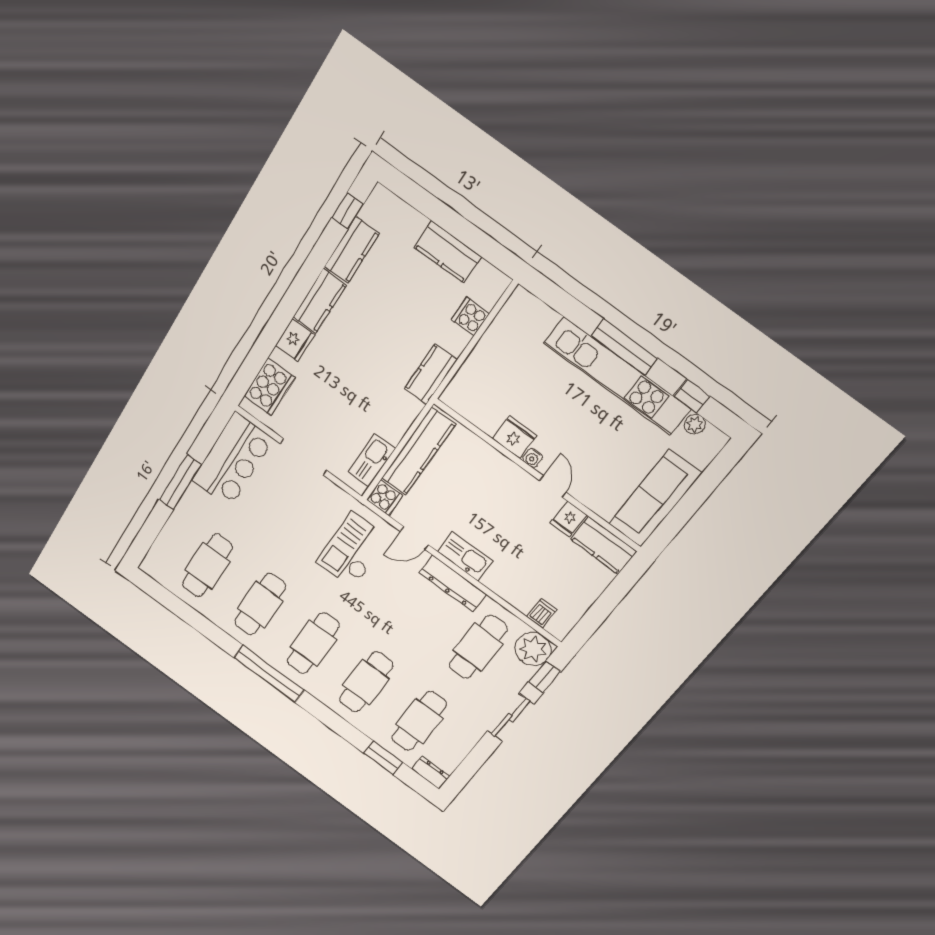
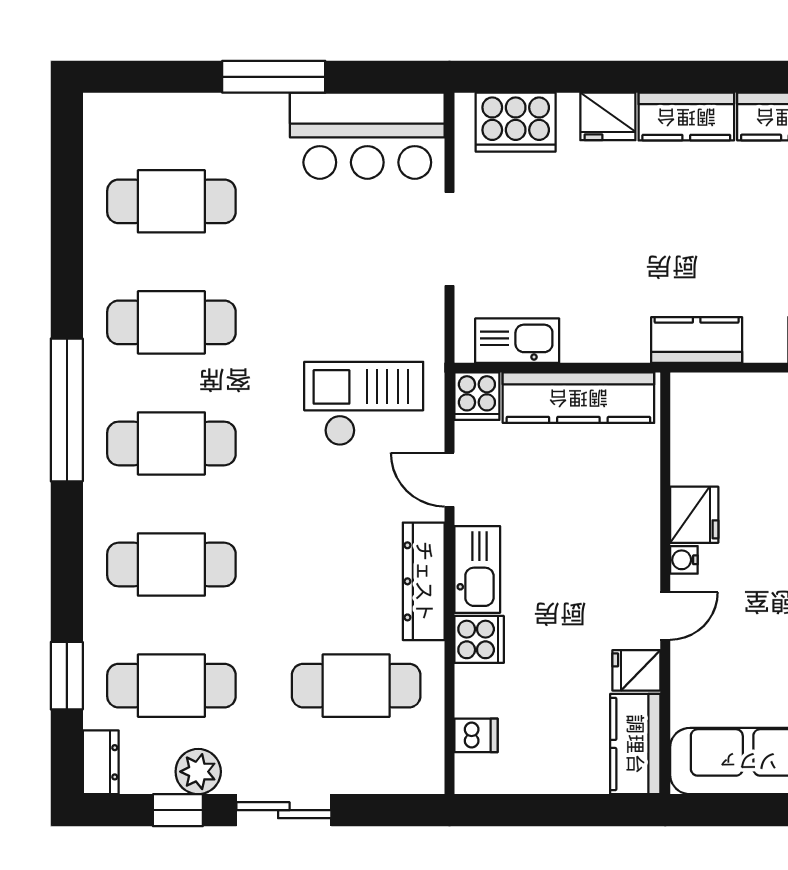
cooker: (498, 579) -> (479, 639), added
plant: (533, 649) -> (198, 772), moved, width x0.73, depth x0.73
window: (544, 677) -> (178, 810), moved

